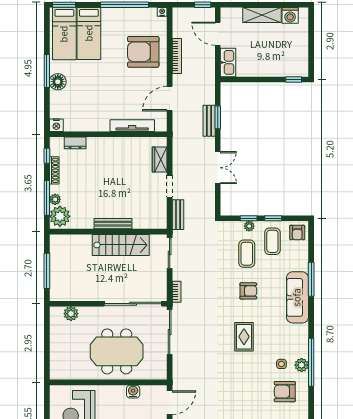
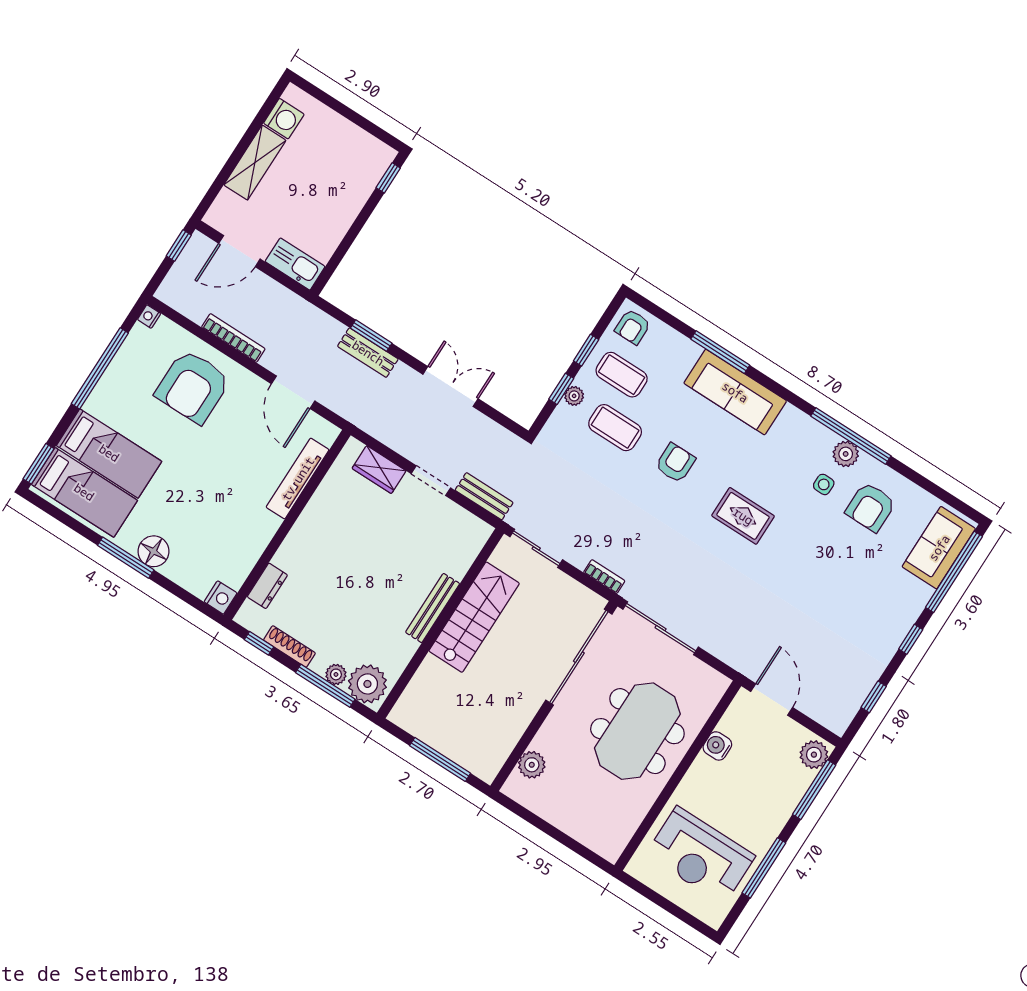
armchair: (297, 232) -> (633, 327), turned 90

